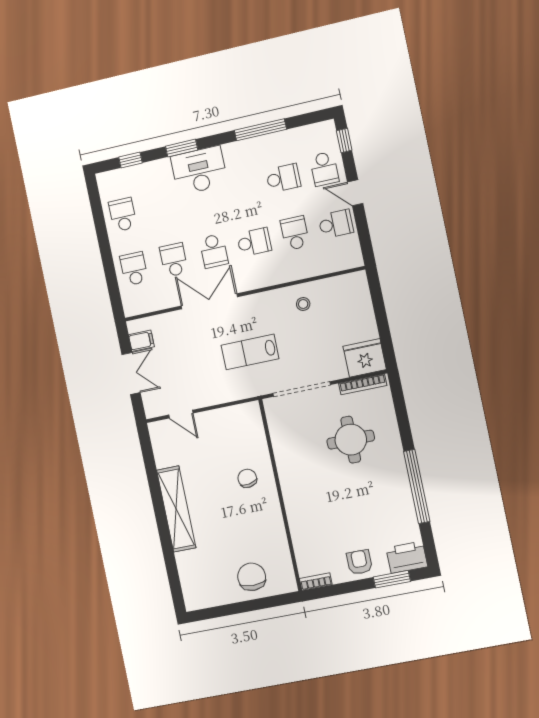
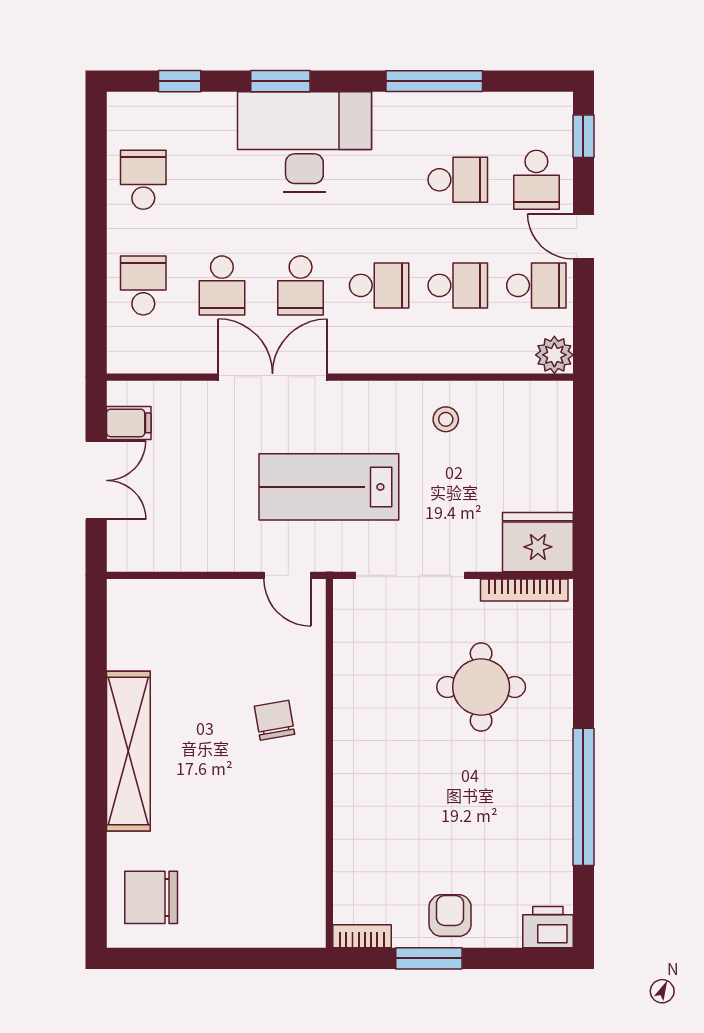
desk: (199, 170) -> (304, 142), width x1.36, depth x1.30
school desk: (295, 233) -> (458, 285), turned 90
plant: (353, 258) -> (554, 355), added
school desk: (174, 260) -> (222, 285), turned 180
lab bench: (250, 352) -> (329, 487), width x1.36, depth x1.39
door: (181, 414) -> (287, 575), moved
printer: (407, 557) -> (548, 927), width x0.73, depth x0.84
chair: (252, 577) -> (151, 897), moved, turned -90
window: (392, 579) -> (429, 958), moved

